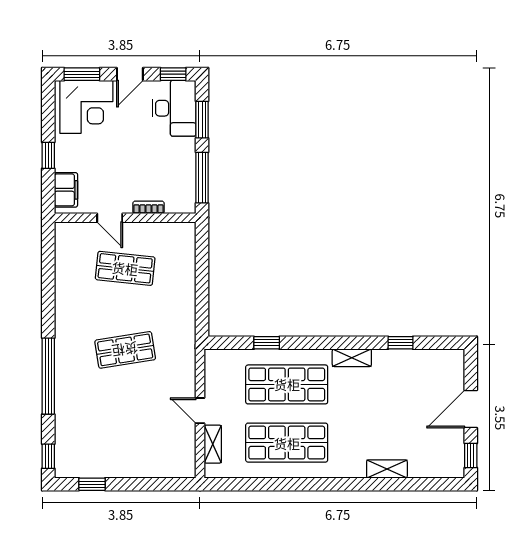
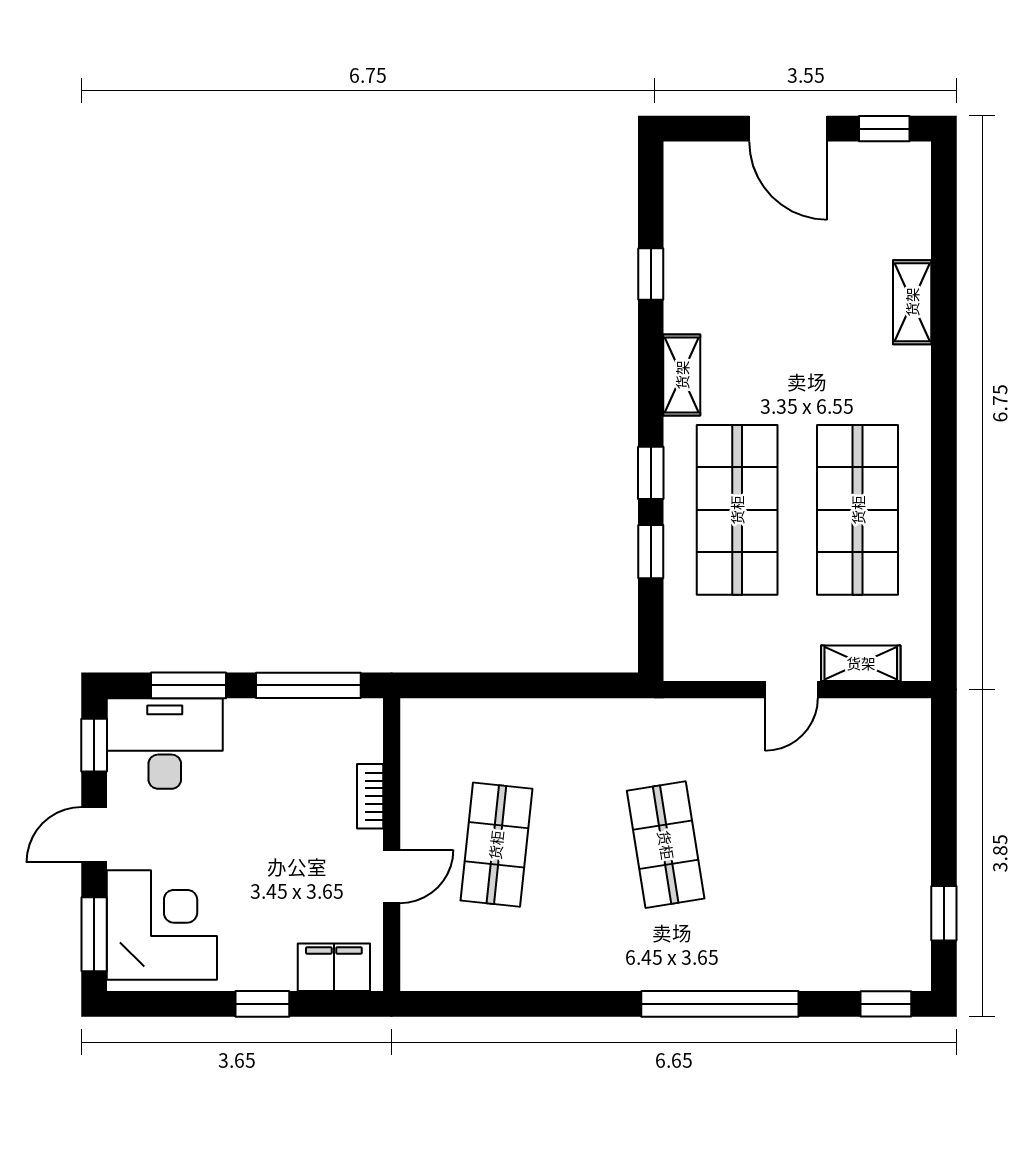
door: (130, 74) -> (94, 835), swing flipped
window: (305, 343) -> (651, 473), added

